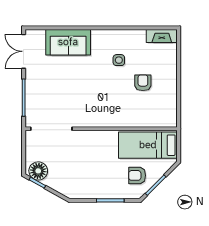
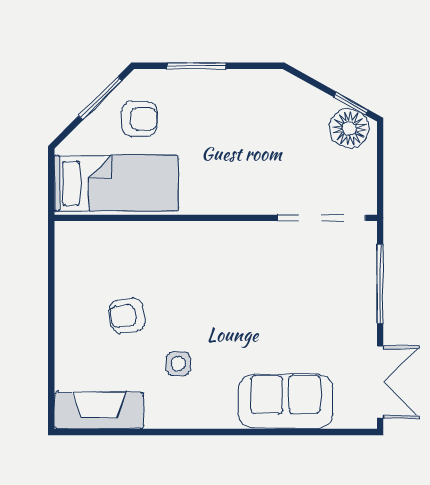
fireplace: (162, 36) -> (99, 410), width x1.37, depth x1.32
armchair: (143, 83) -> (127, 315), turned 81

